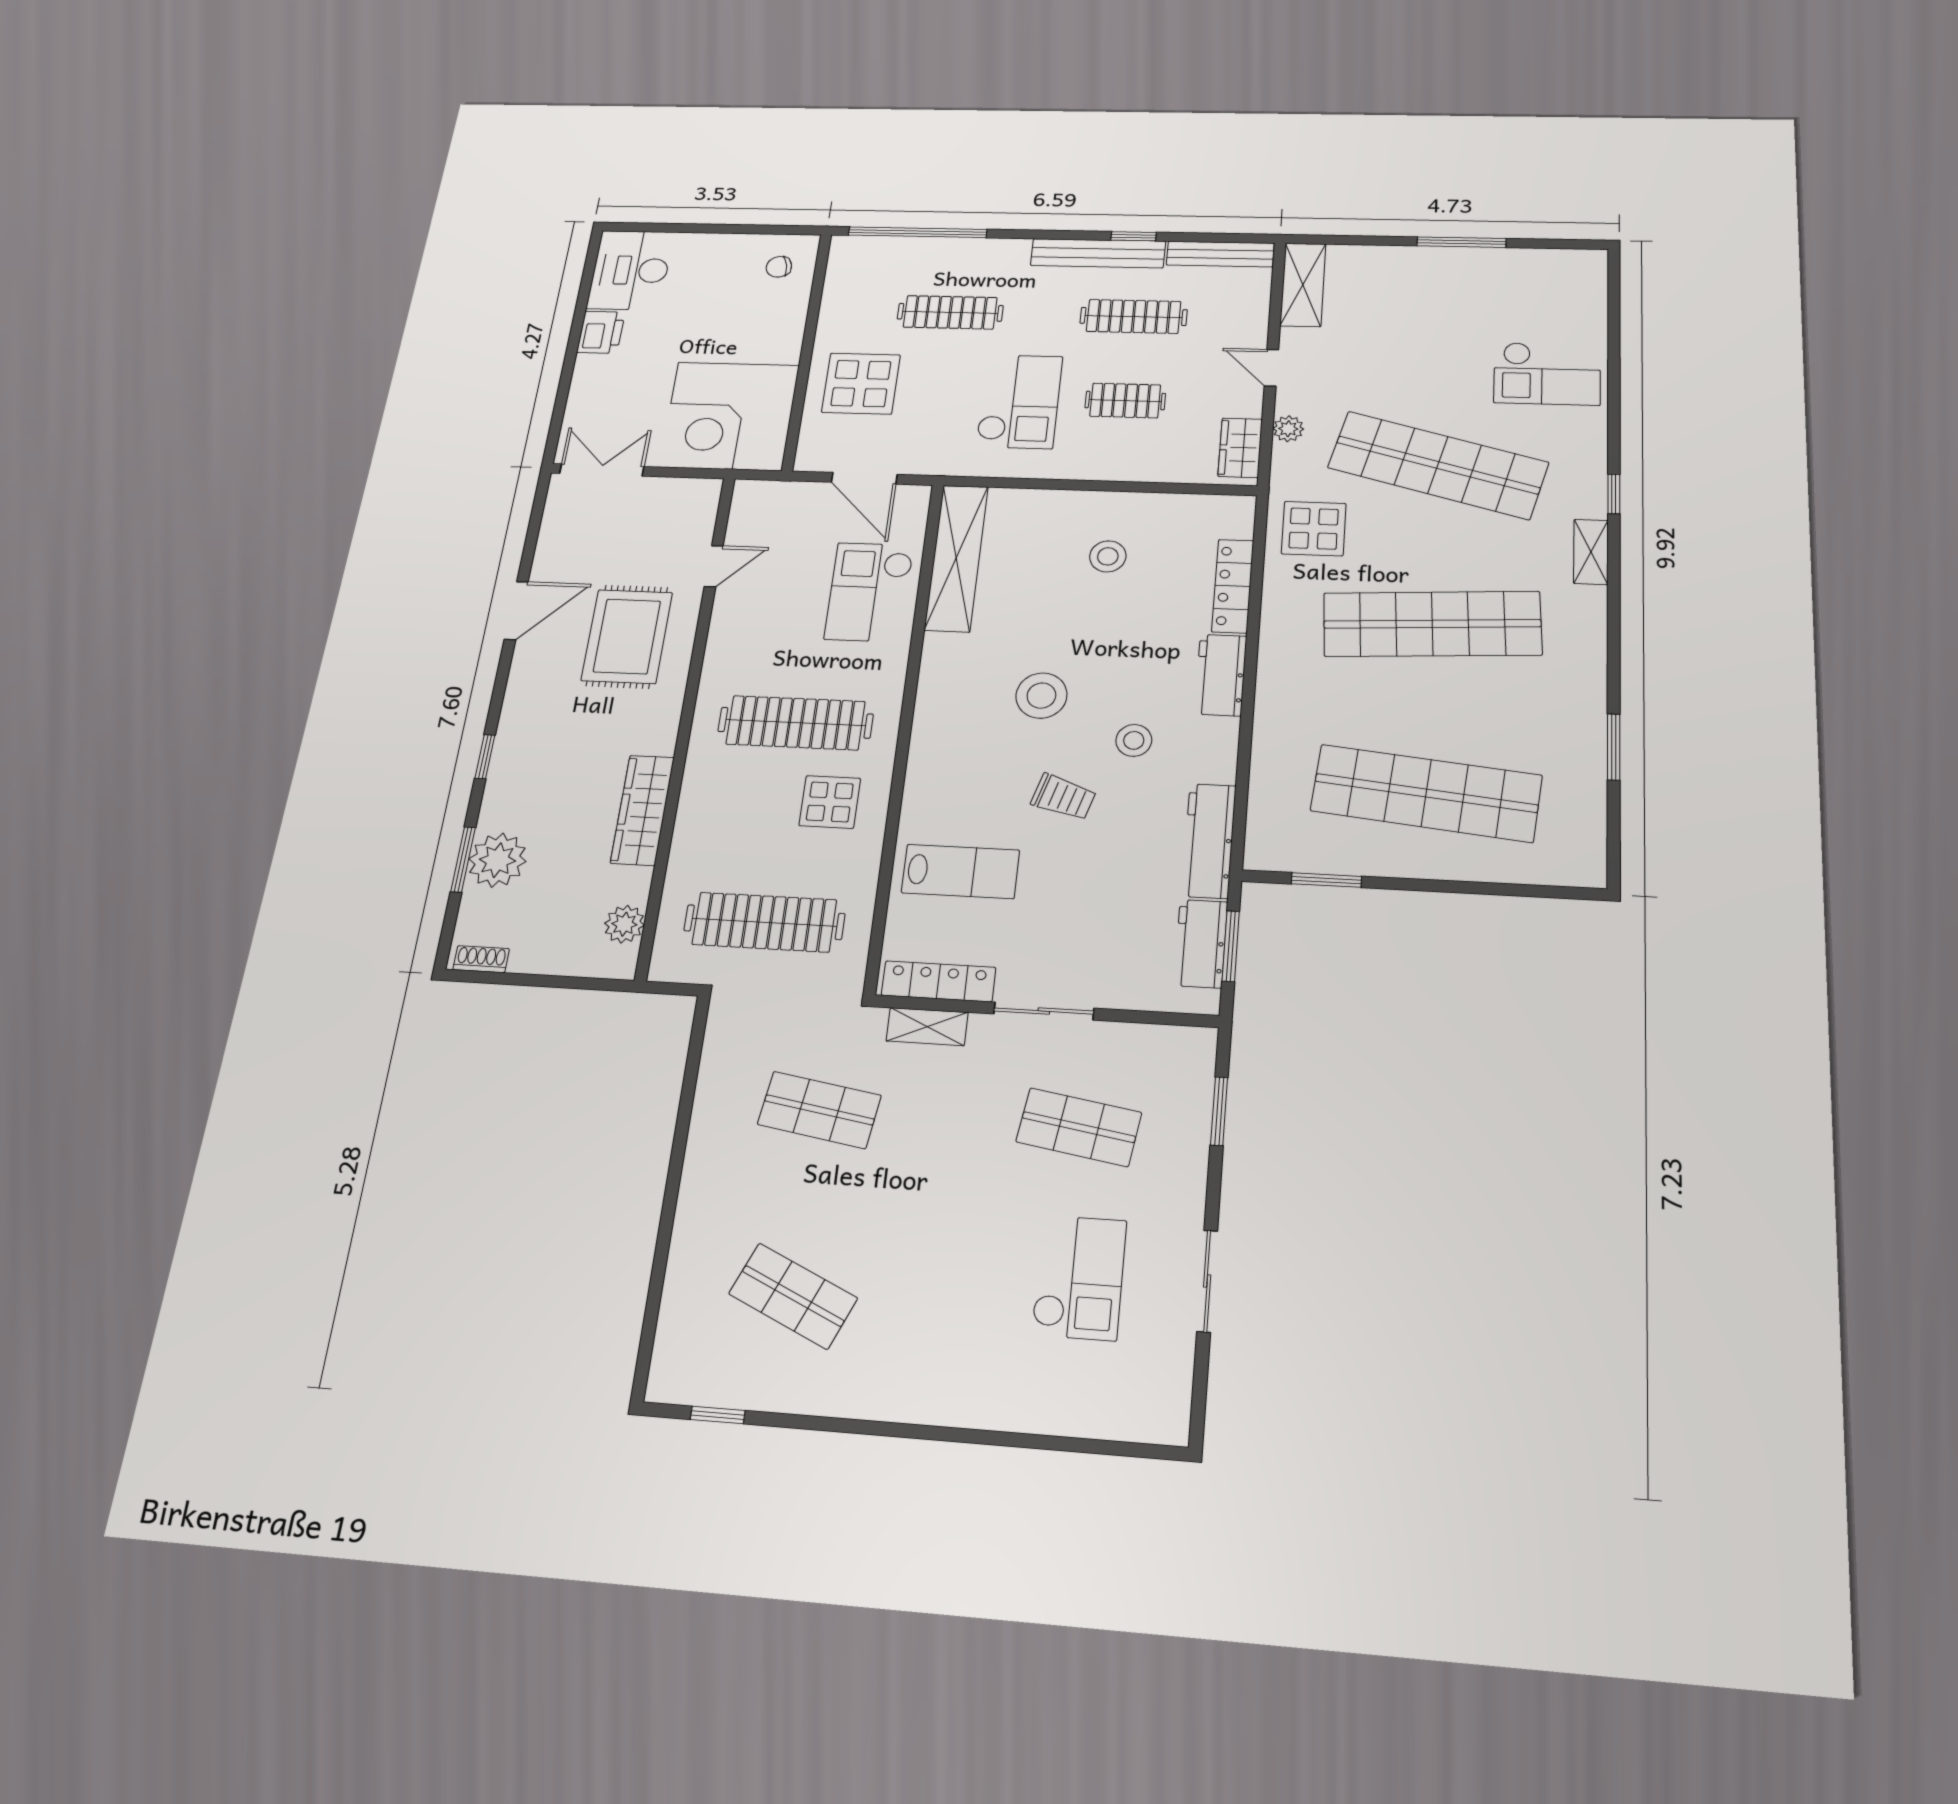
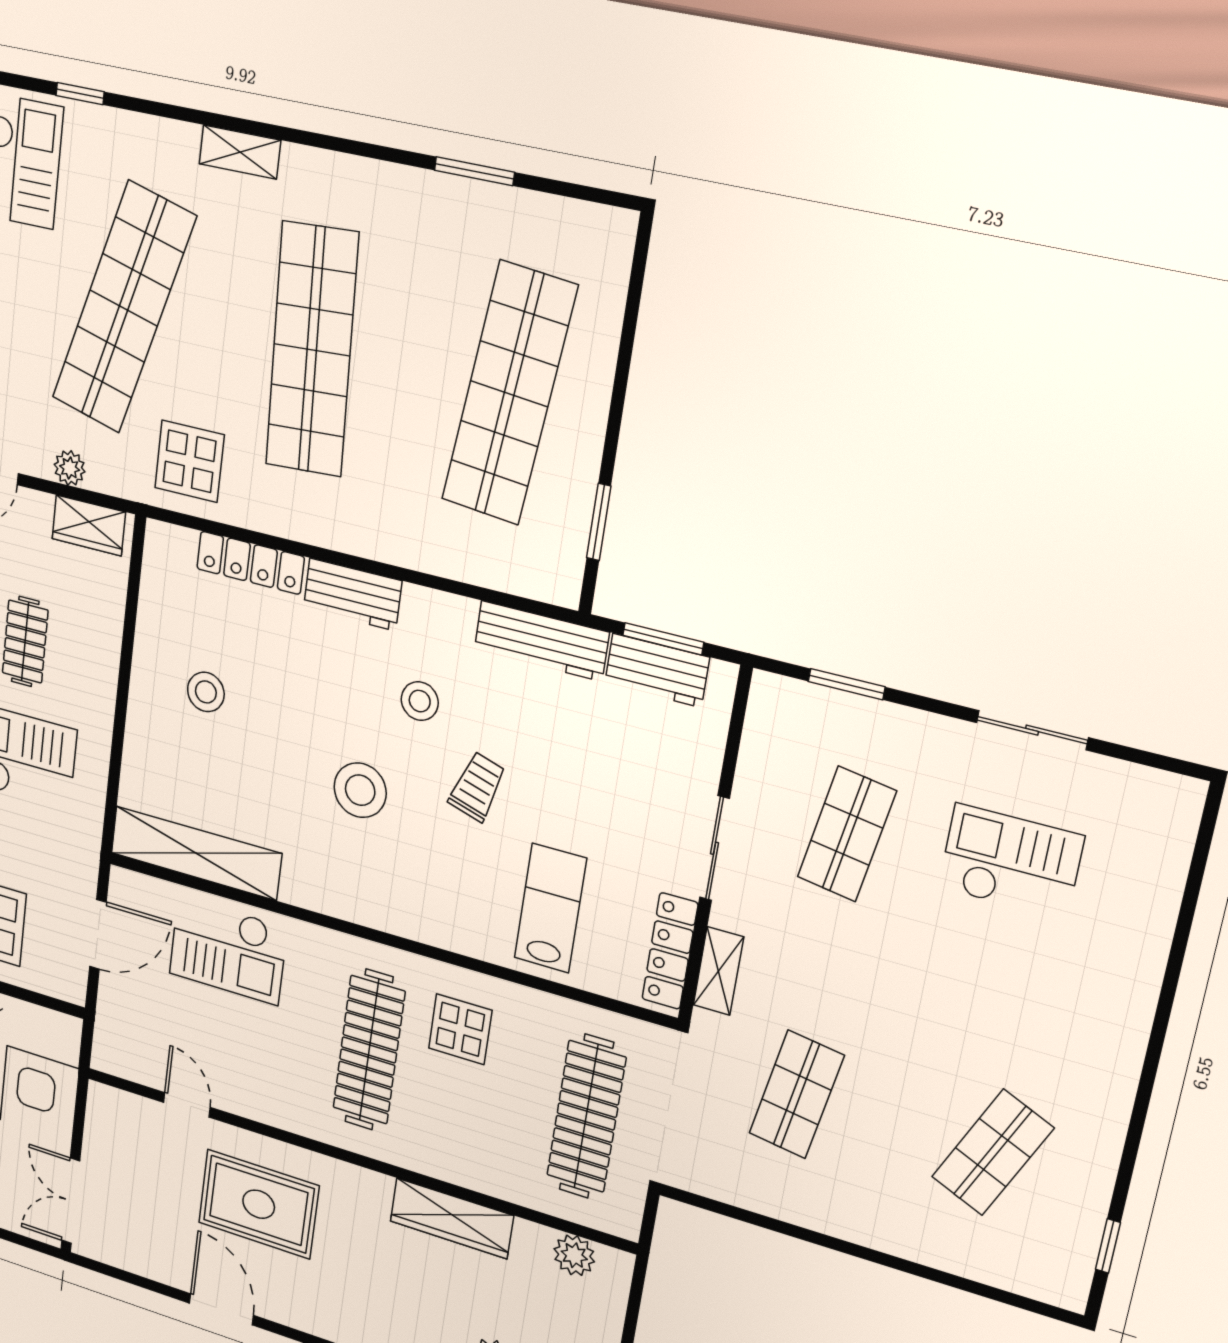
window: (1614, 494) -> (80, 94), moved

